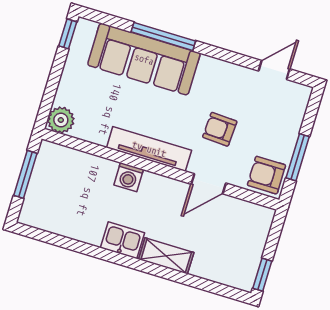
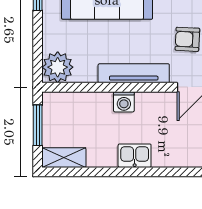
plant: (61, 120) -> (58, 67), width x1.36, depth x1.36
shelving: (166, 256) -> (64, 158), moved

